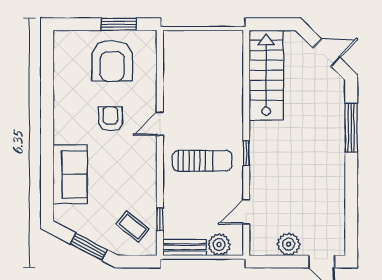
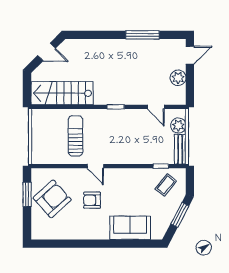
door: (326, 53) -> (47, 52), swing flipped
armchair: (112, 61) -> (52, 199), turned -42
window: (351, 128) -> (143, 35), moved
sun lounger: (202, 161) -> (75, 136), moved

